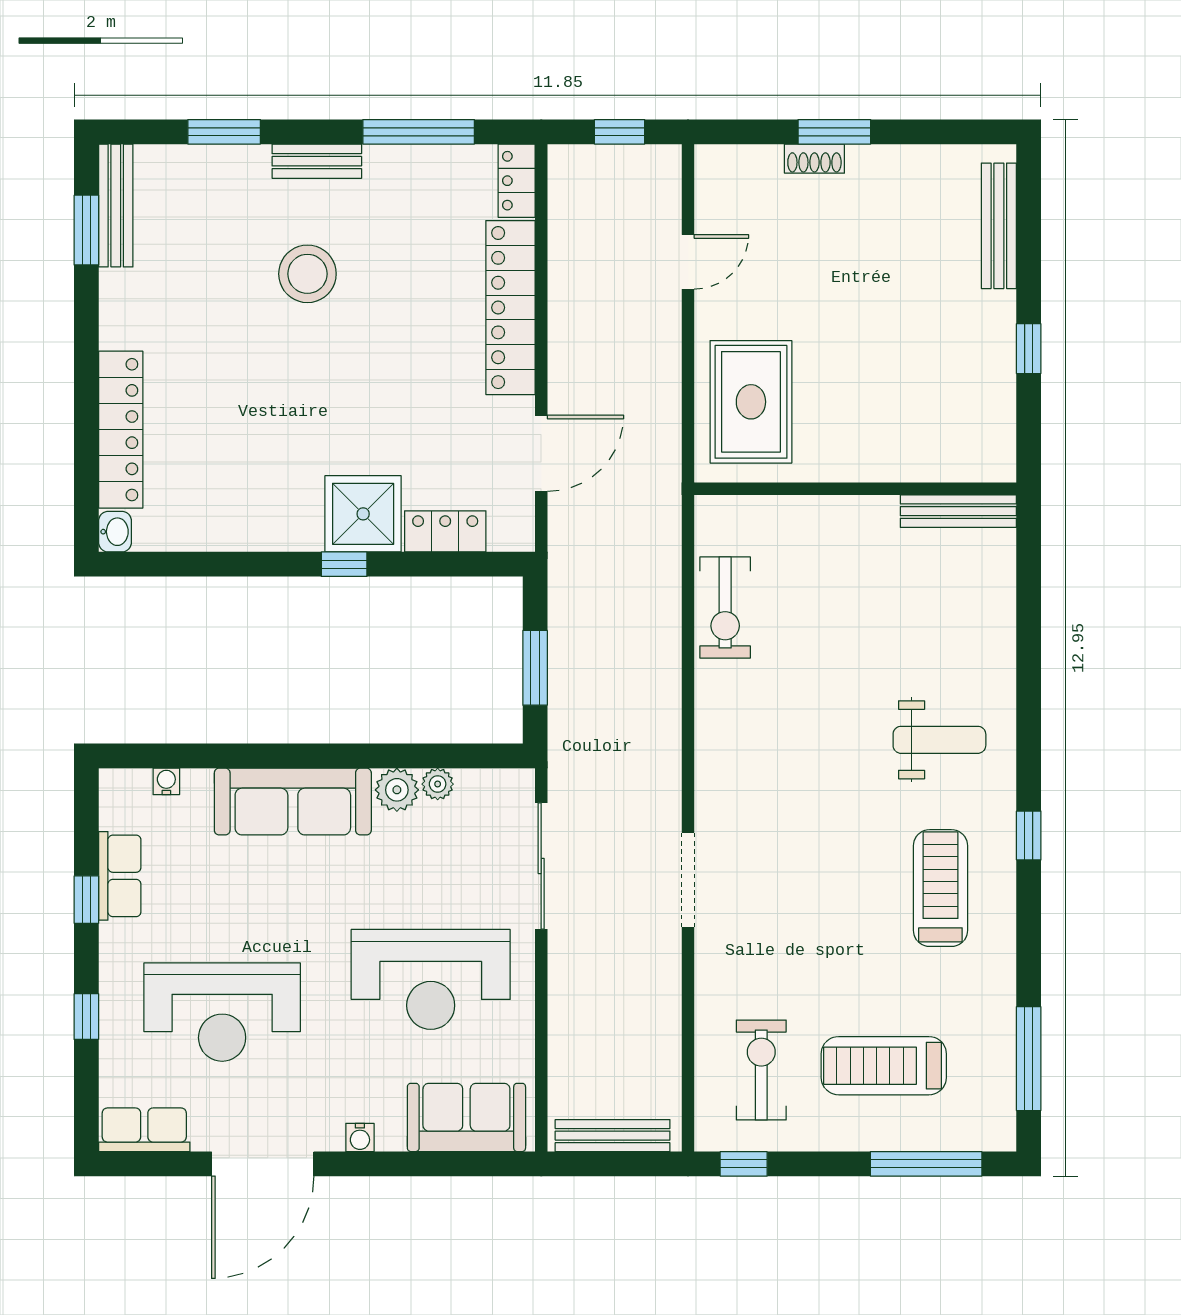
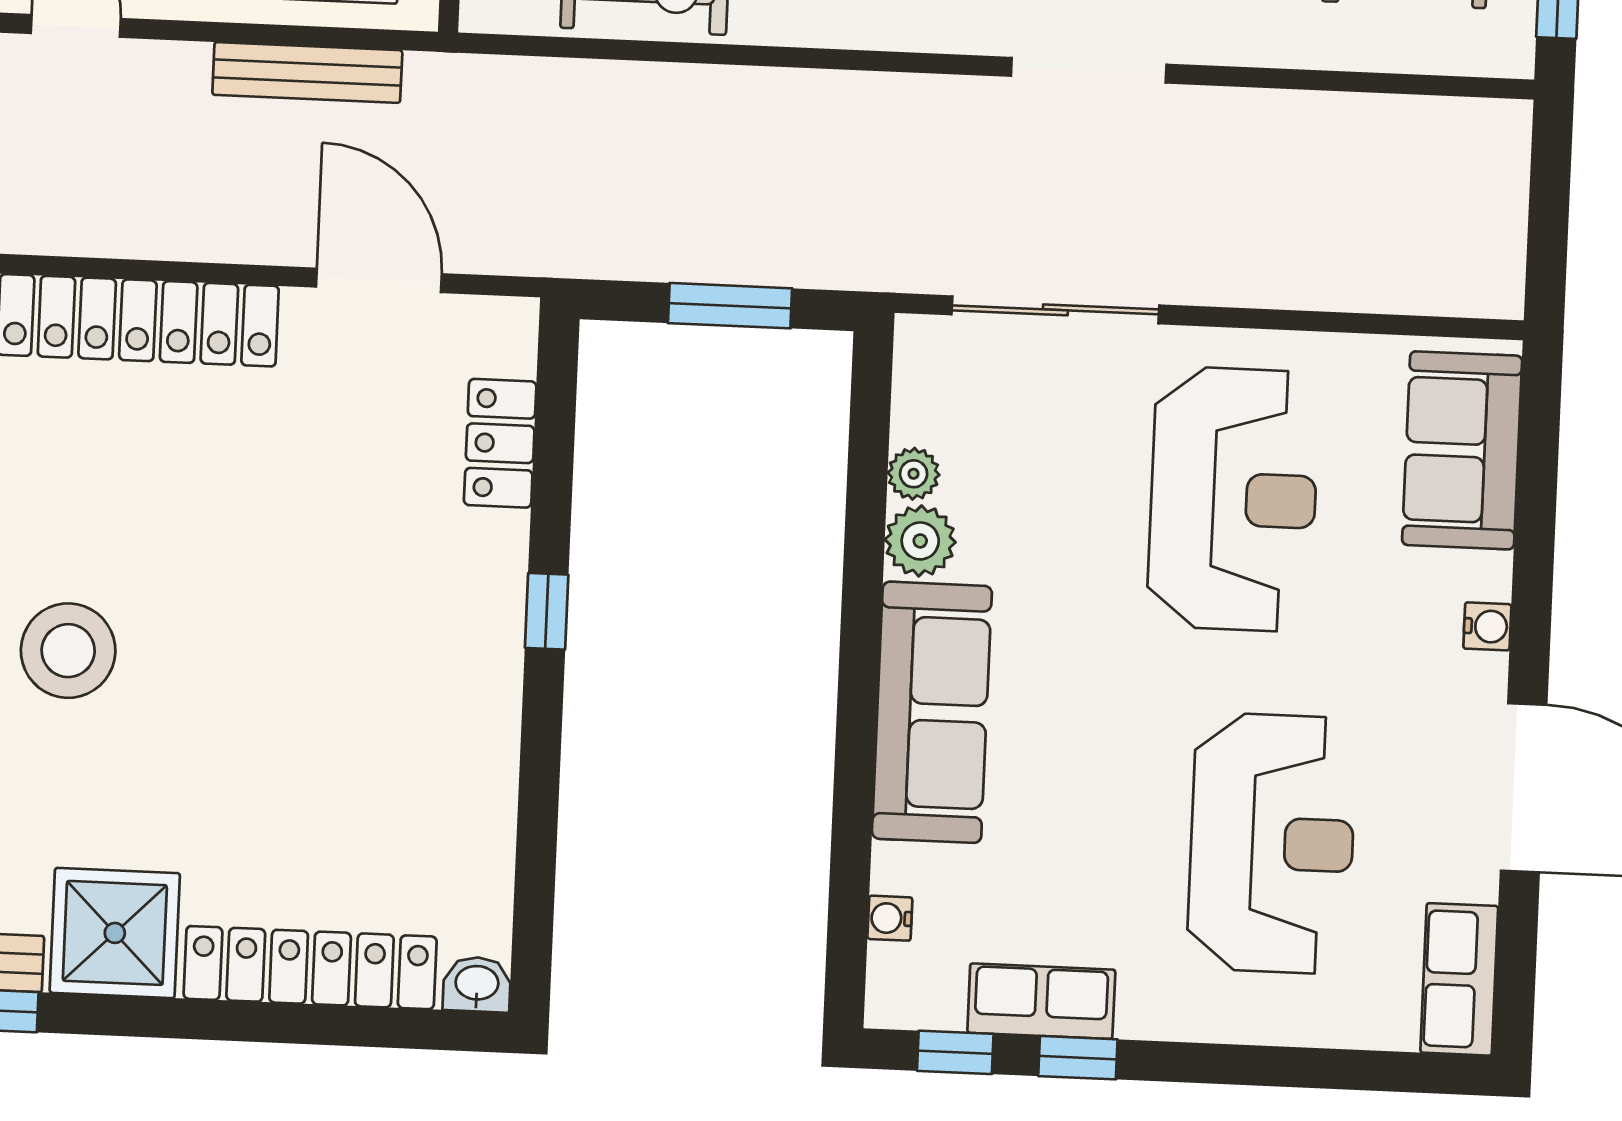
shower: (363, 514) -> (115, 933), moved
window: (86, 1017) -> (955, 1052), moved
bench: (613, 1136) -> (307, 72), moved, turned 90

